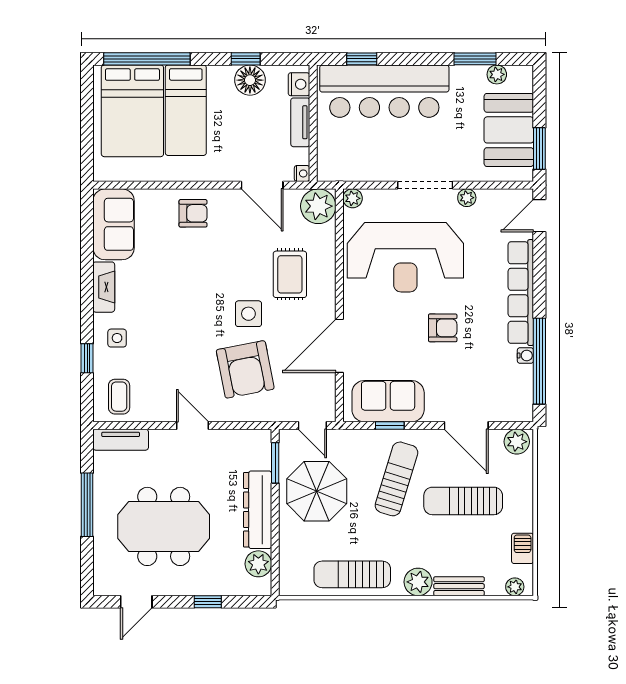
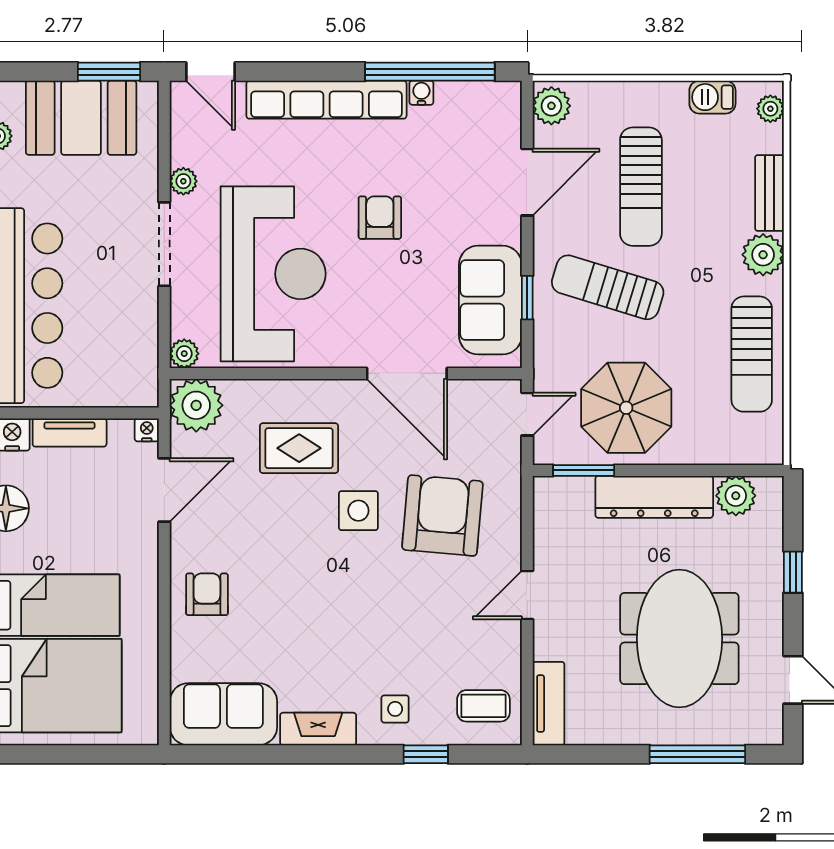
armchair: (245, 369) -> (442, 515), turned -74
window: (87, 505) -> (697, 754), moved

